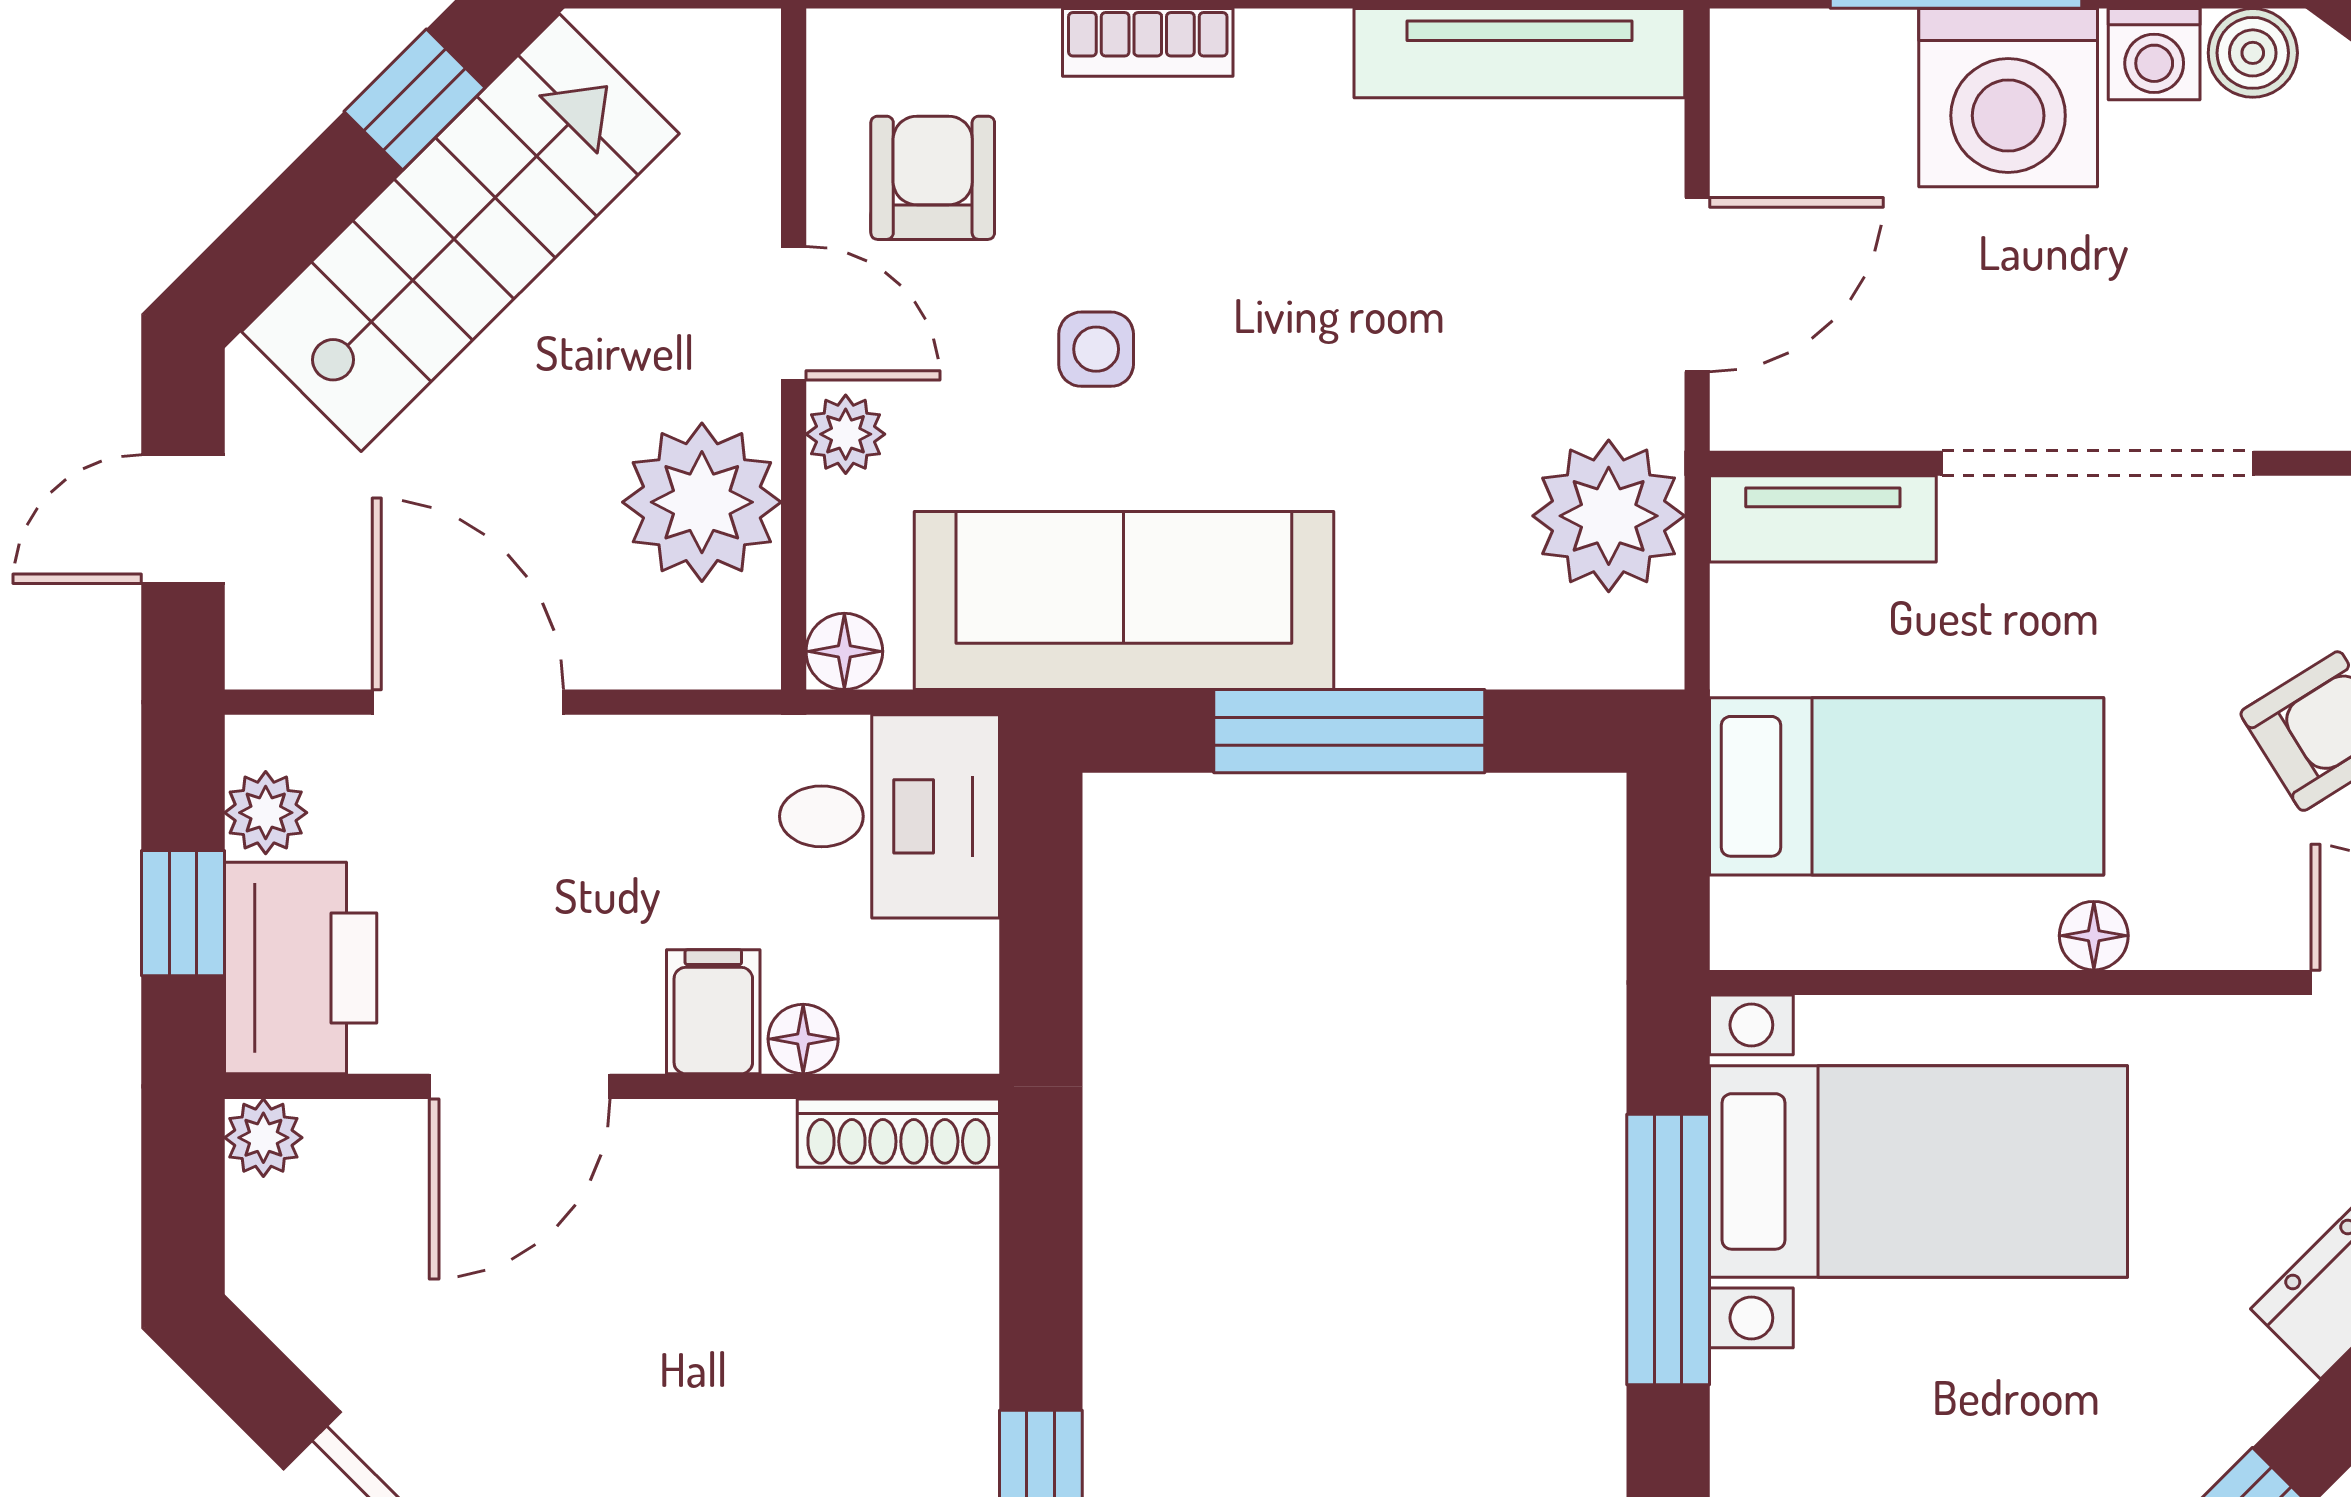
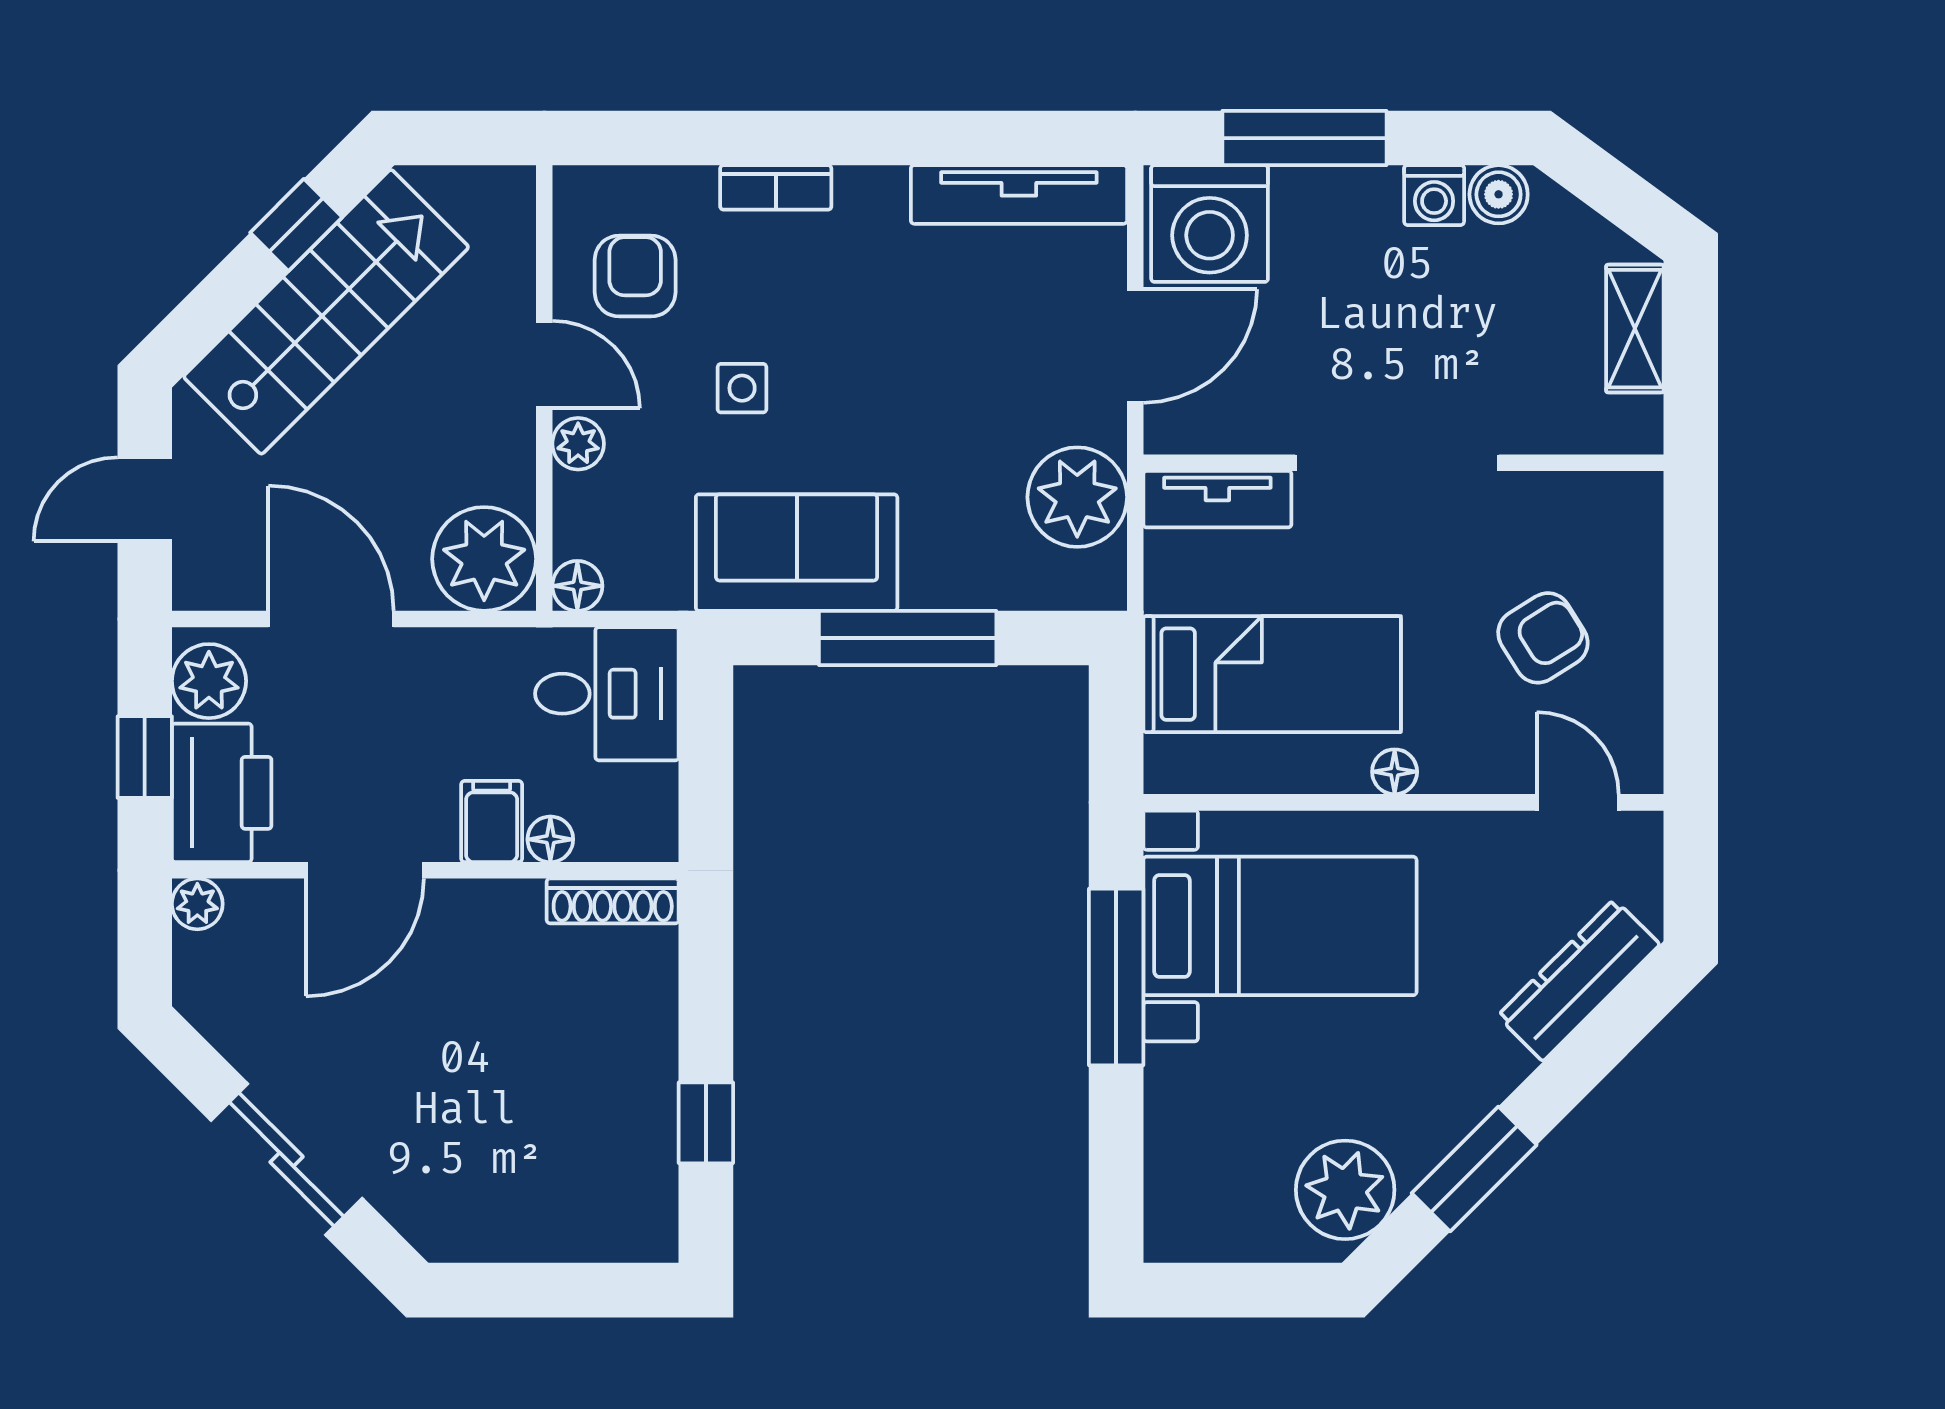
washing machine: (2008, 98) -> (1210, 224), moved
plant: (702, 502) -> (484, 559), moved
sofa: (1124, 601) -> (797, 553), width x0.73
plant: (266, 813) -> (209, 681), width x1.38, depth x1.38

